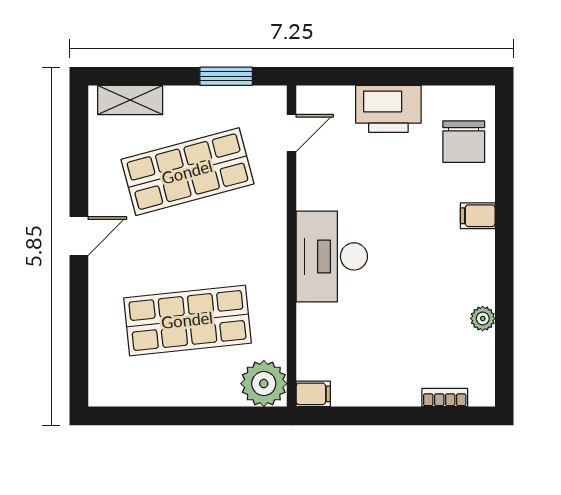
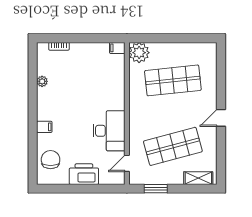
desk: (332, 256) -> (109, 131), moved

